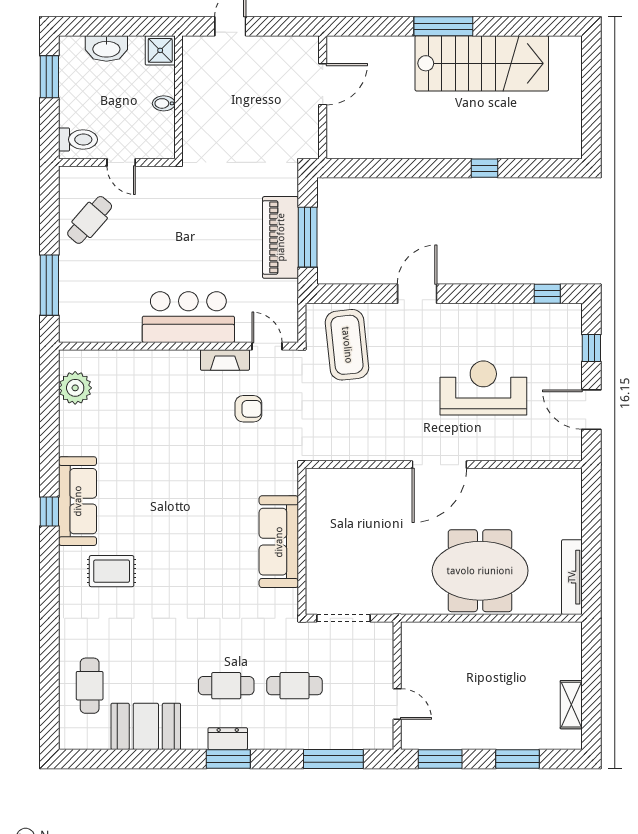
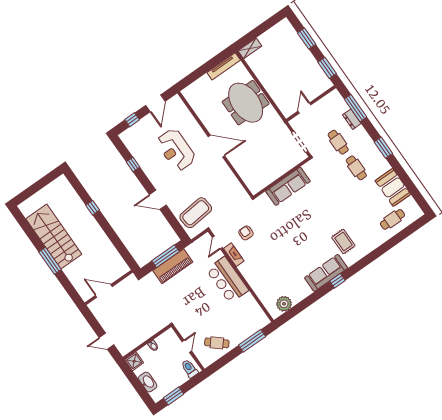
window: (547, 294) -> (133, 164), moved
door: (397, 704) -> (304, 108), moved
shelving: (571, 705) -> (250, 48), moved
dresser: (228, 739) -> (352, 119), moved

